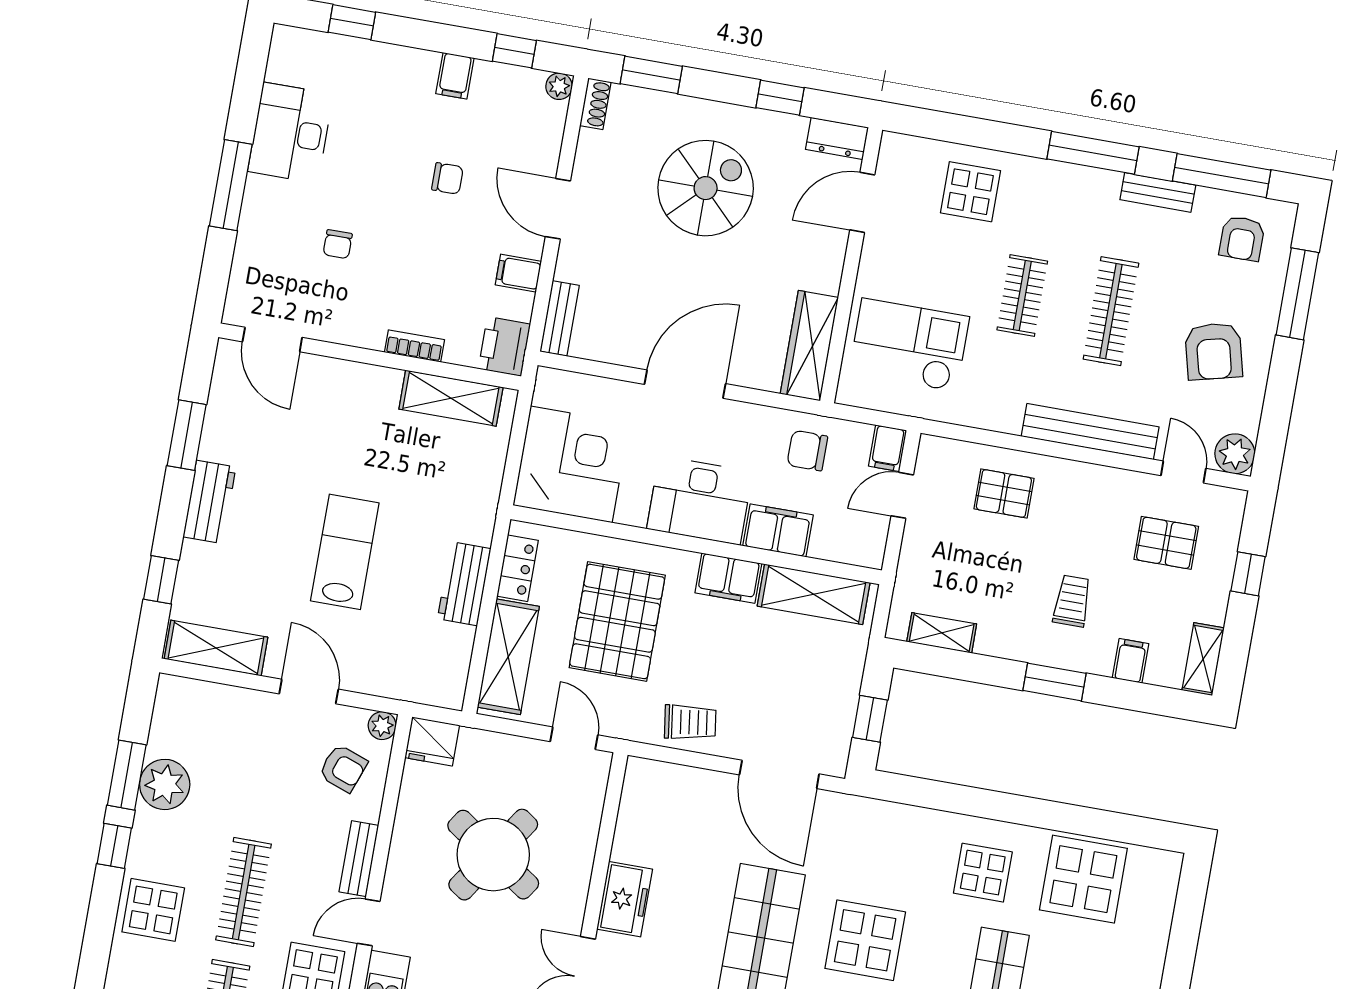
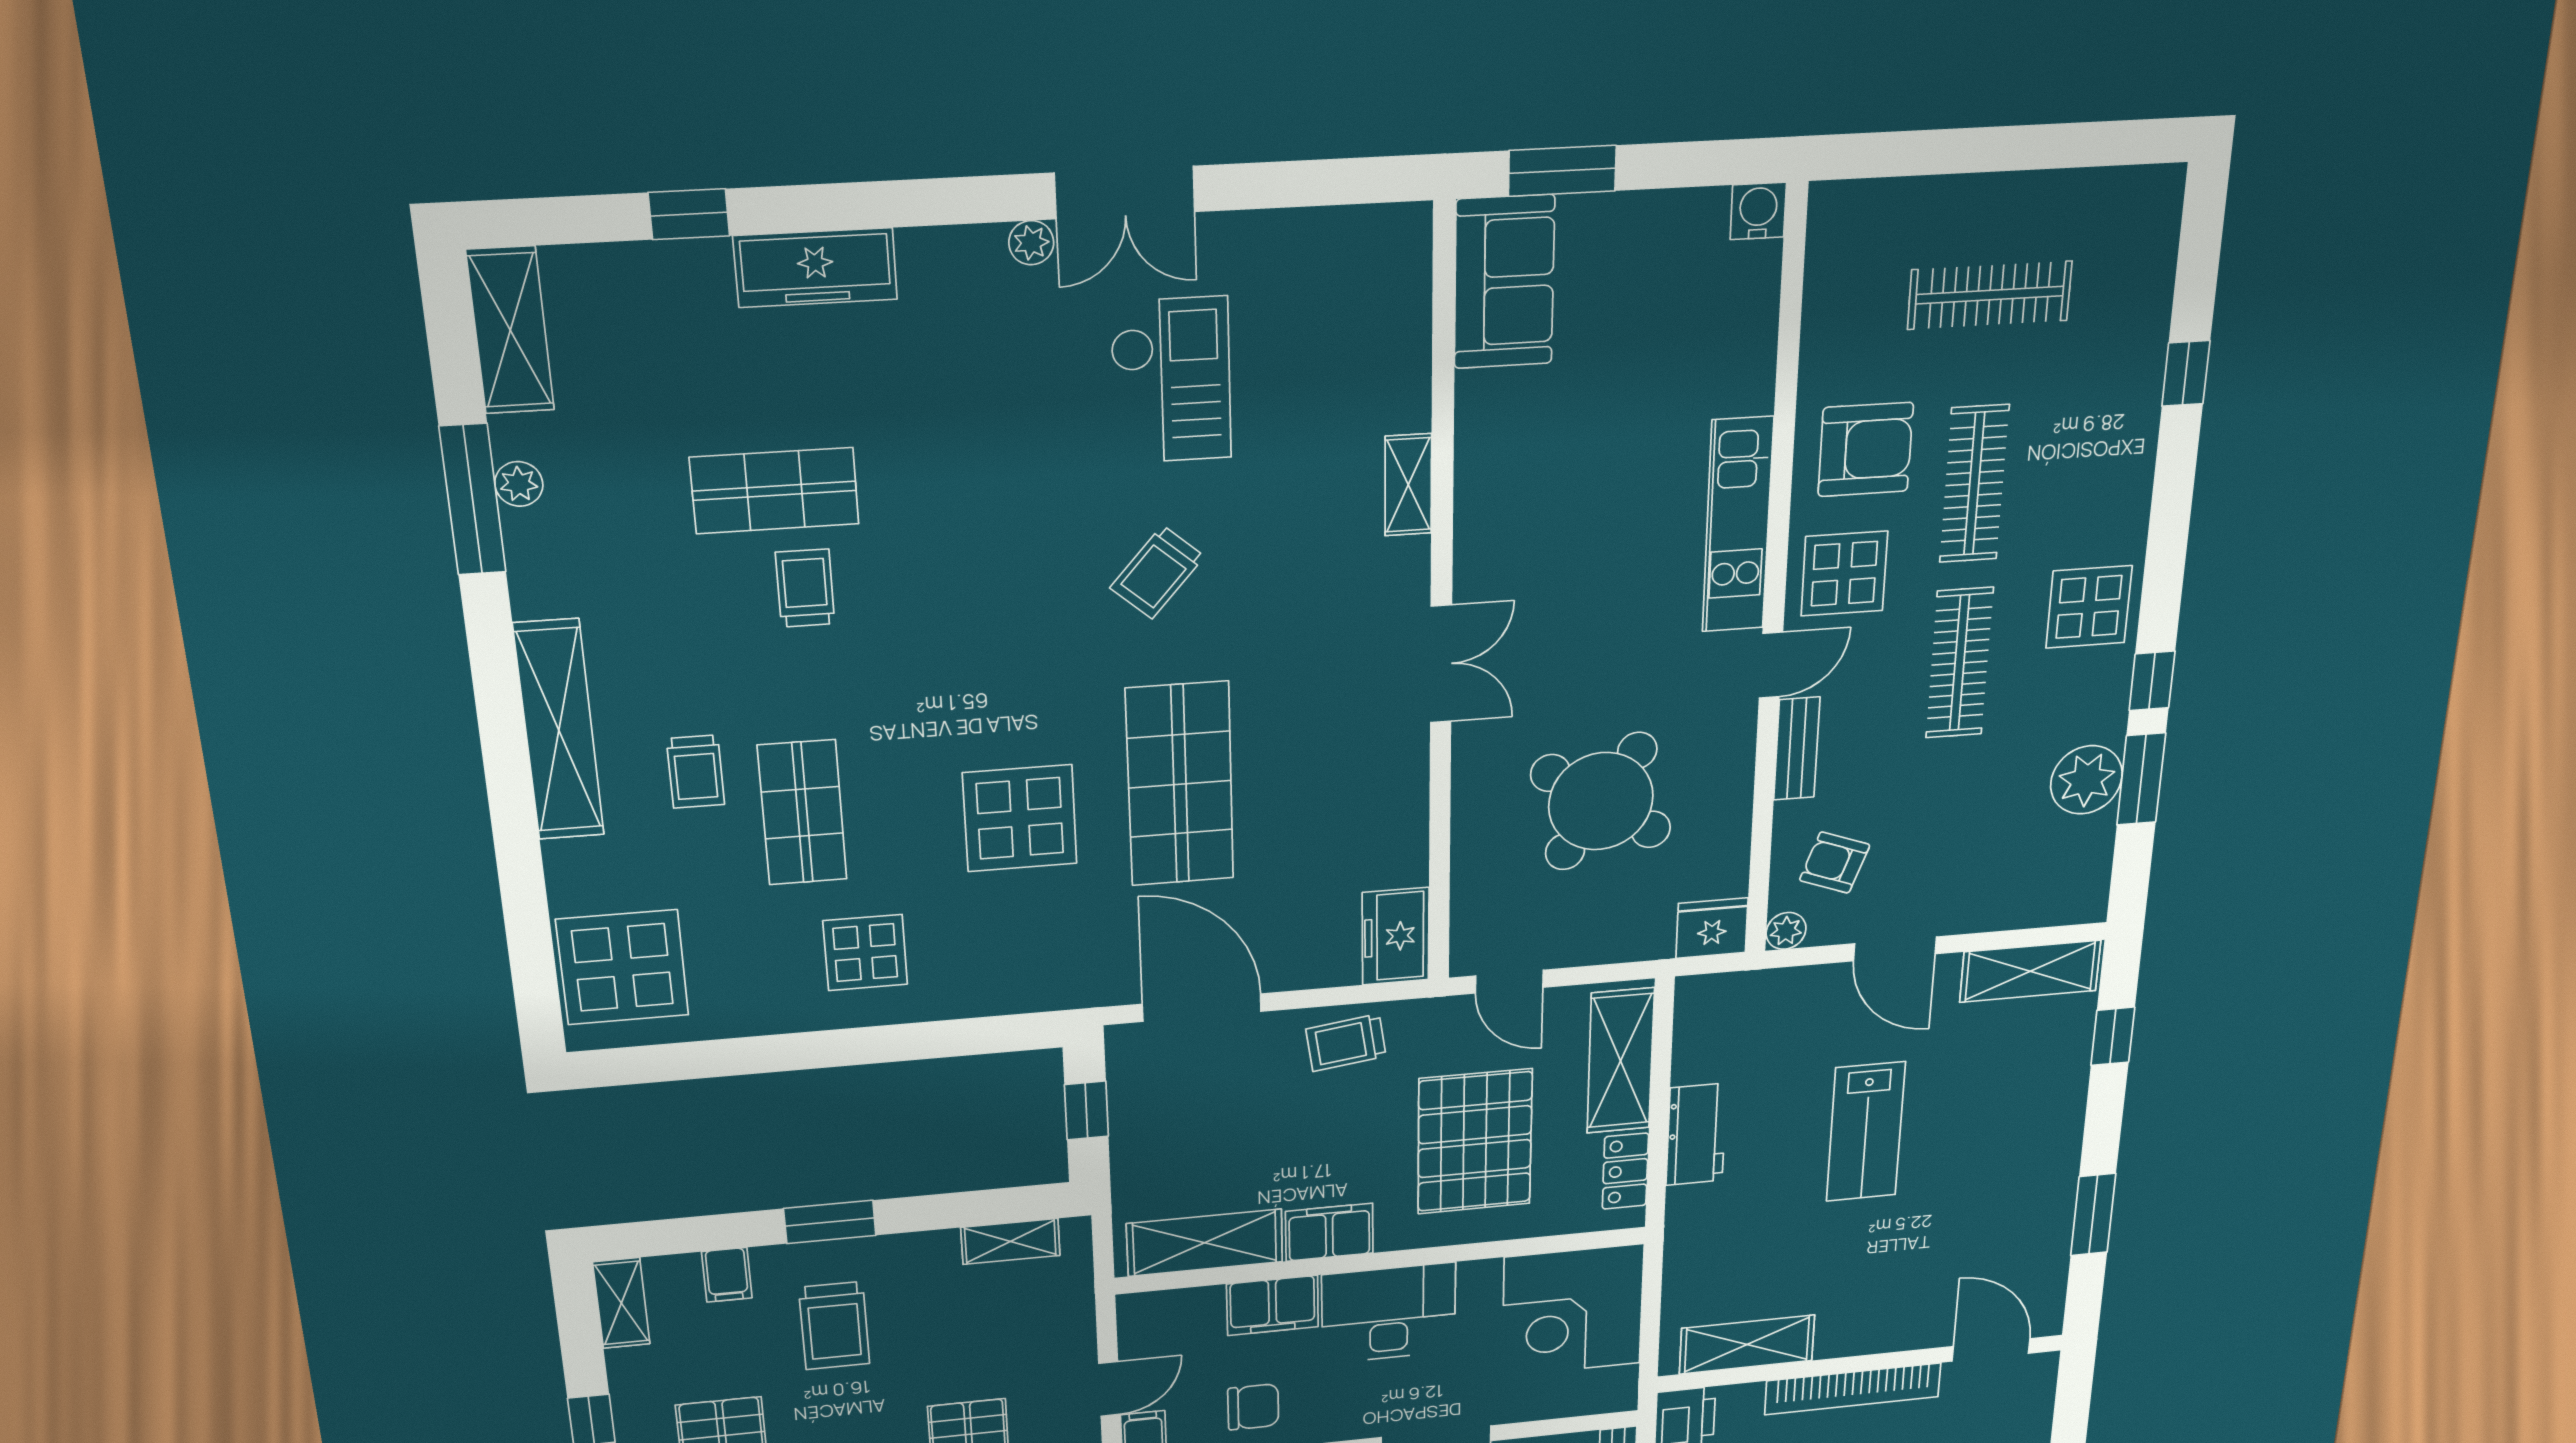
bookcase: (414, 346) -> (1853, 1389), width x2.31, depth x1.31
workbench: (209, 502) -> (2056, 1145), removed
trolley: (1072, 601) -> (834, 1326), width x1.36, depth x1.39
display table: (1083, 879) -> (623, 967), moved
freezer: (625, 899) -> (1396, 936), moved

